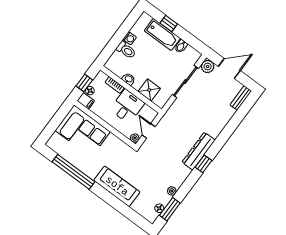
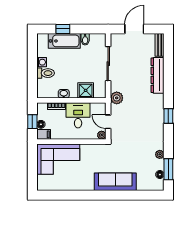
plant: (208, 67) -> (117, 98), moved
dresser: (199, 151) -> (158, 75), moved
window: (74, 172) -> (74, 195), removed

